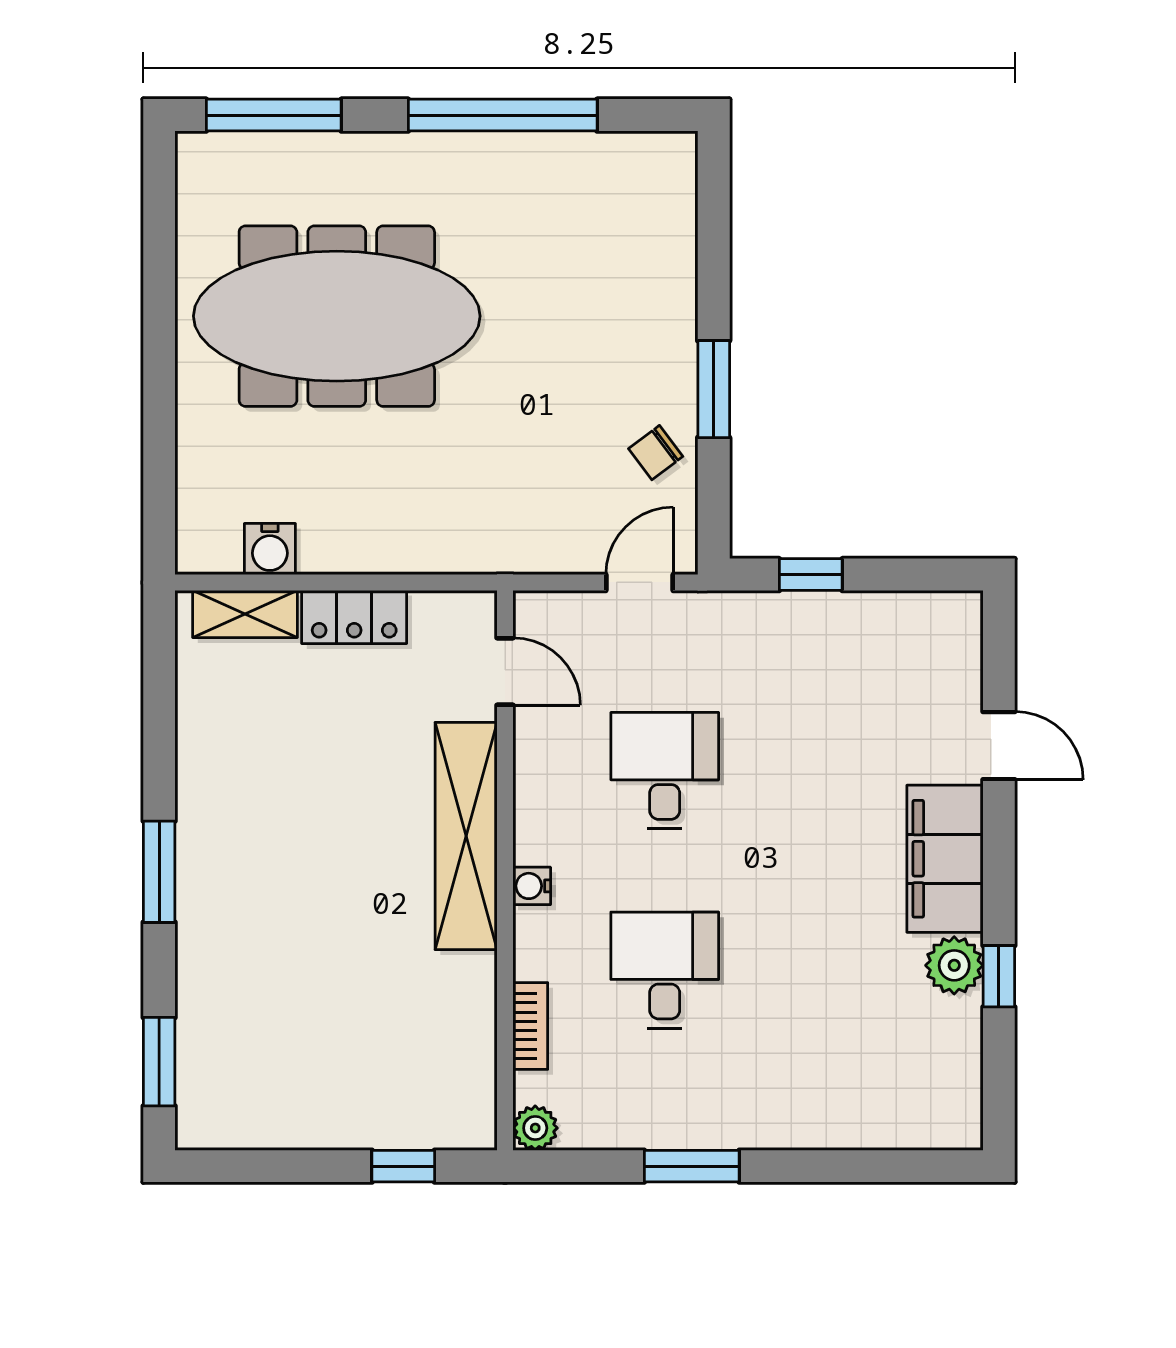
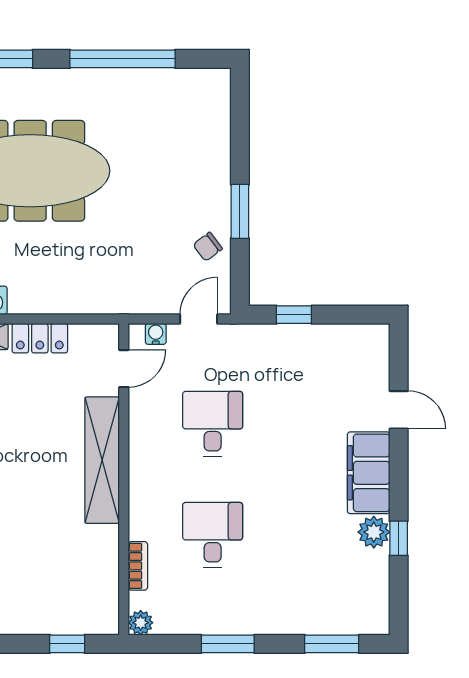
door: (505, 672) -> (124, 369), hinge flipped
water cooler: (532, 886) -> (156, 334), moved, turned 90
window: (878, 1166) -> (332, 644), added

